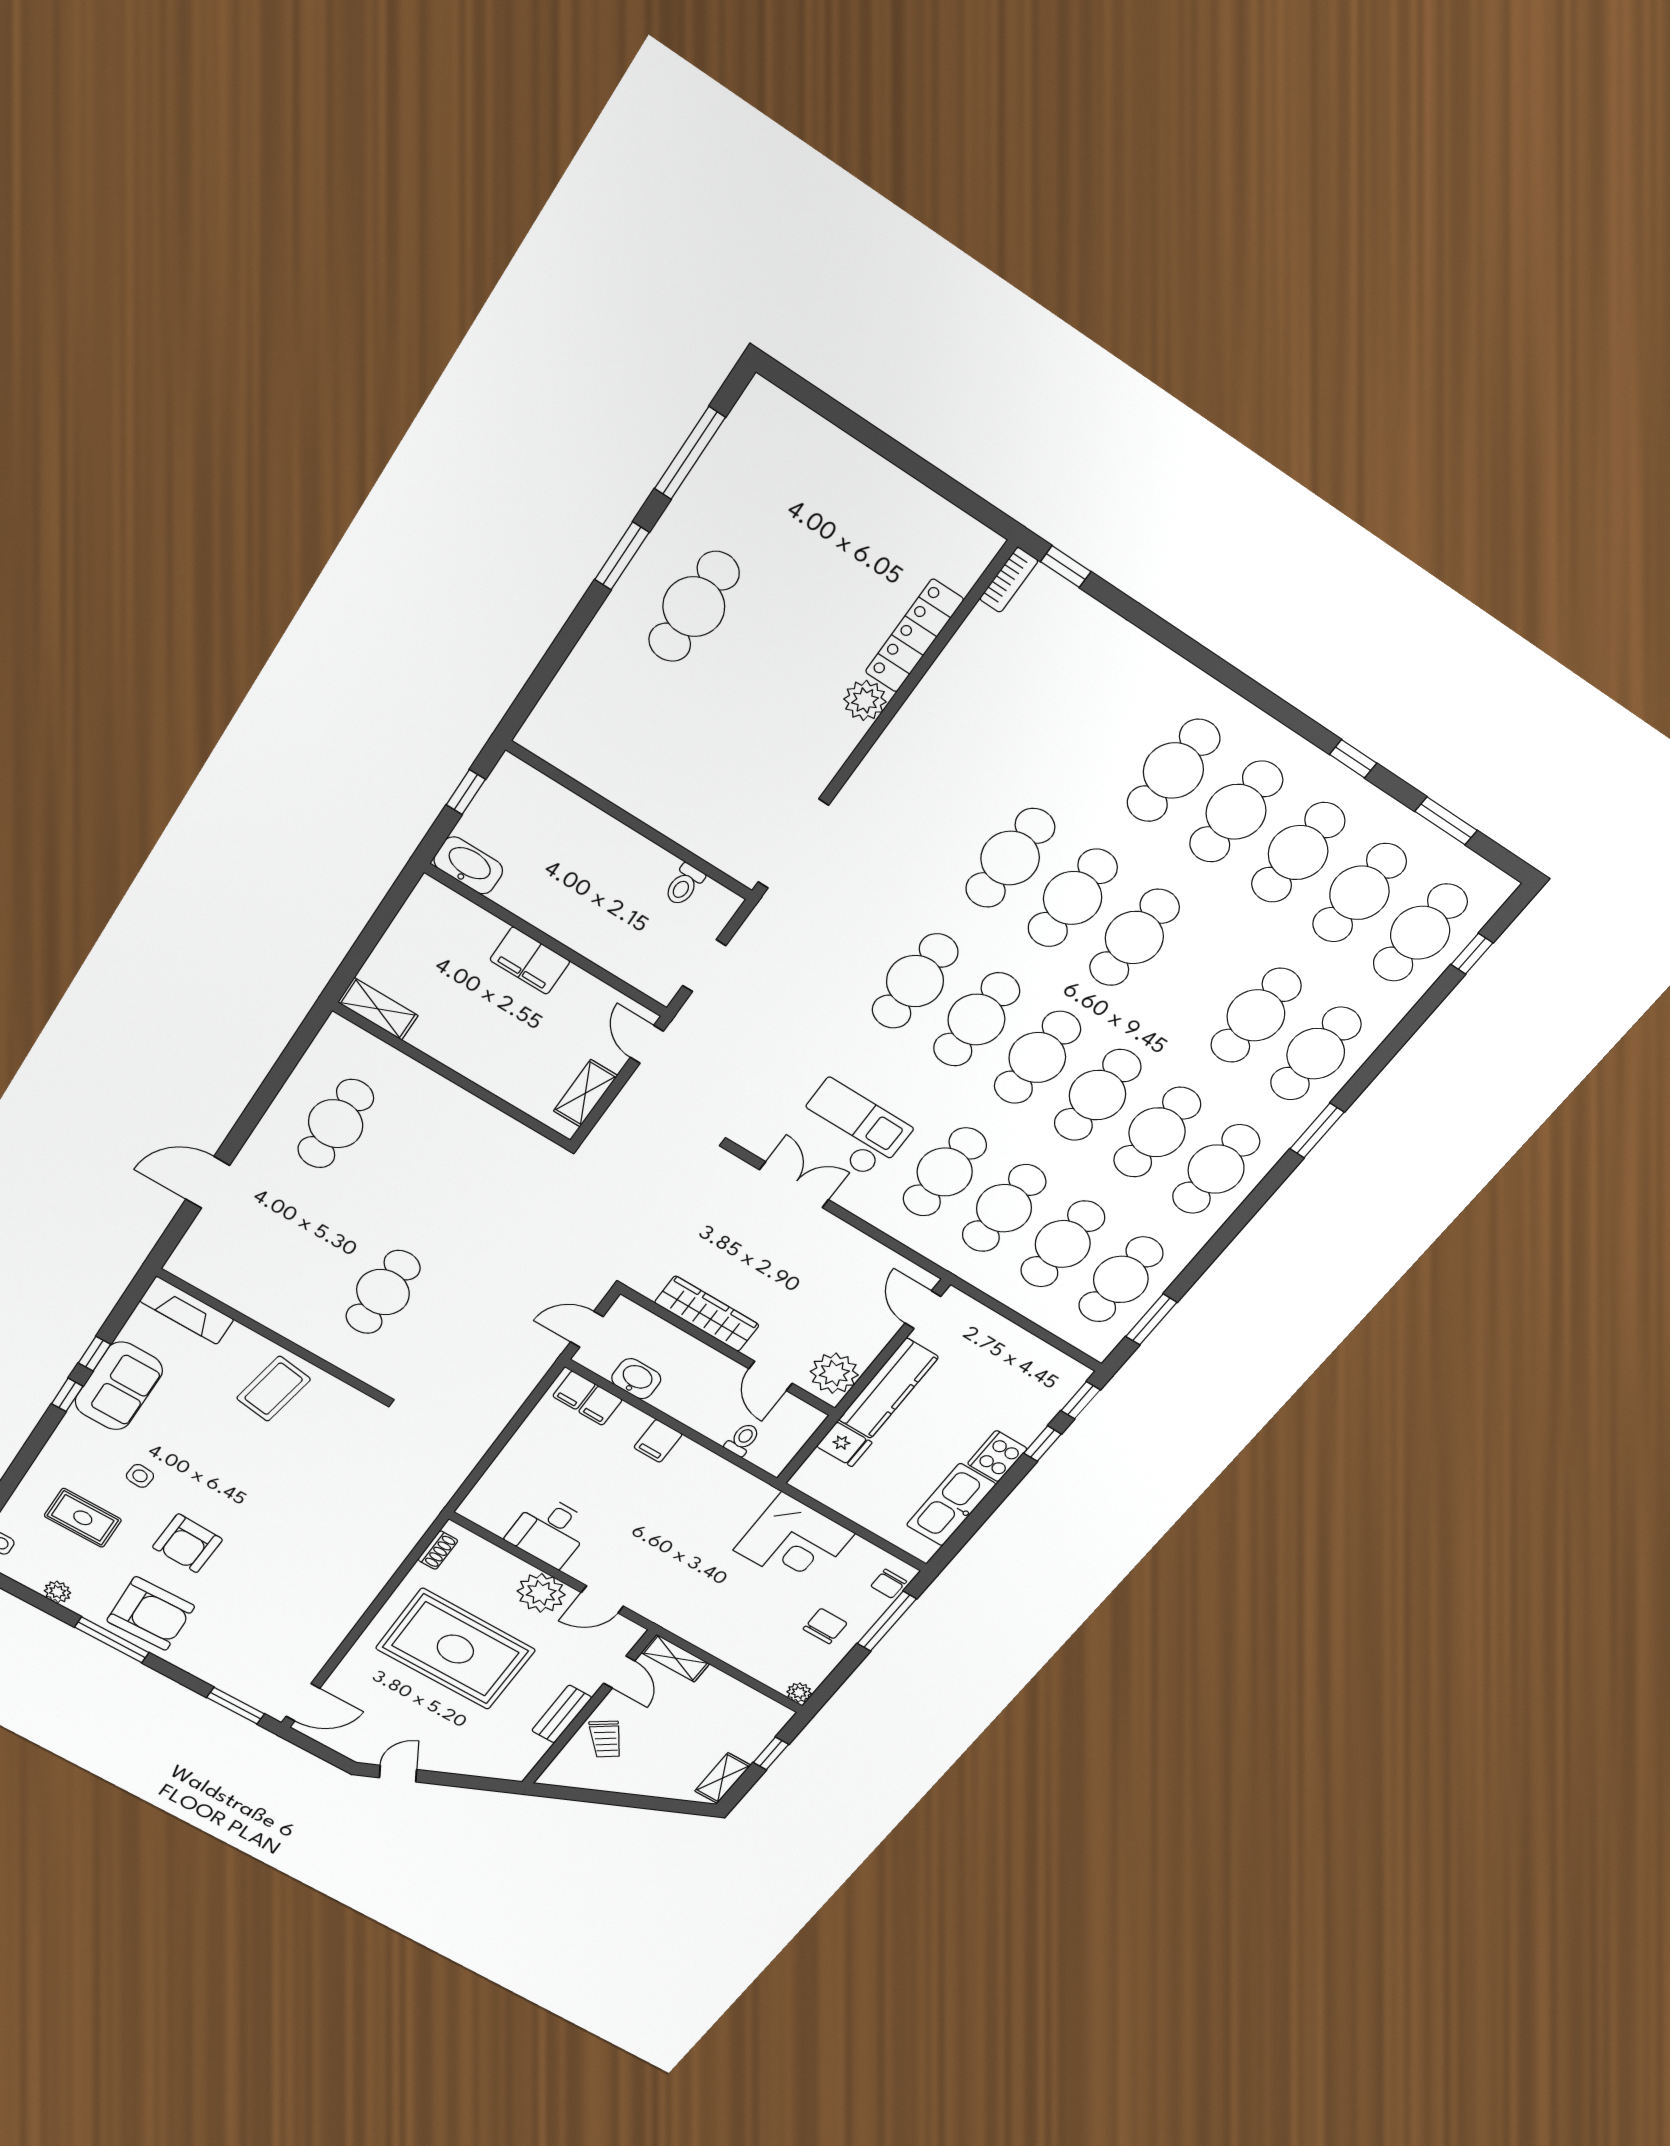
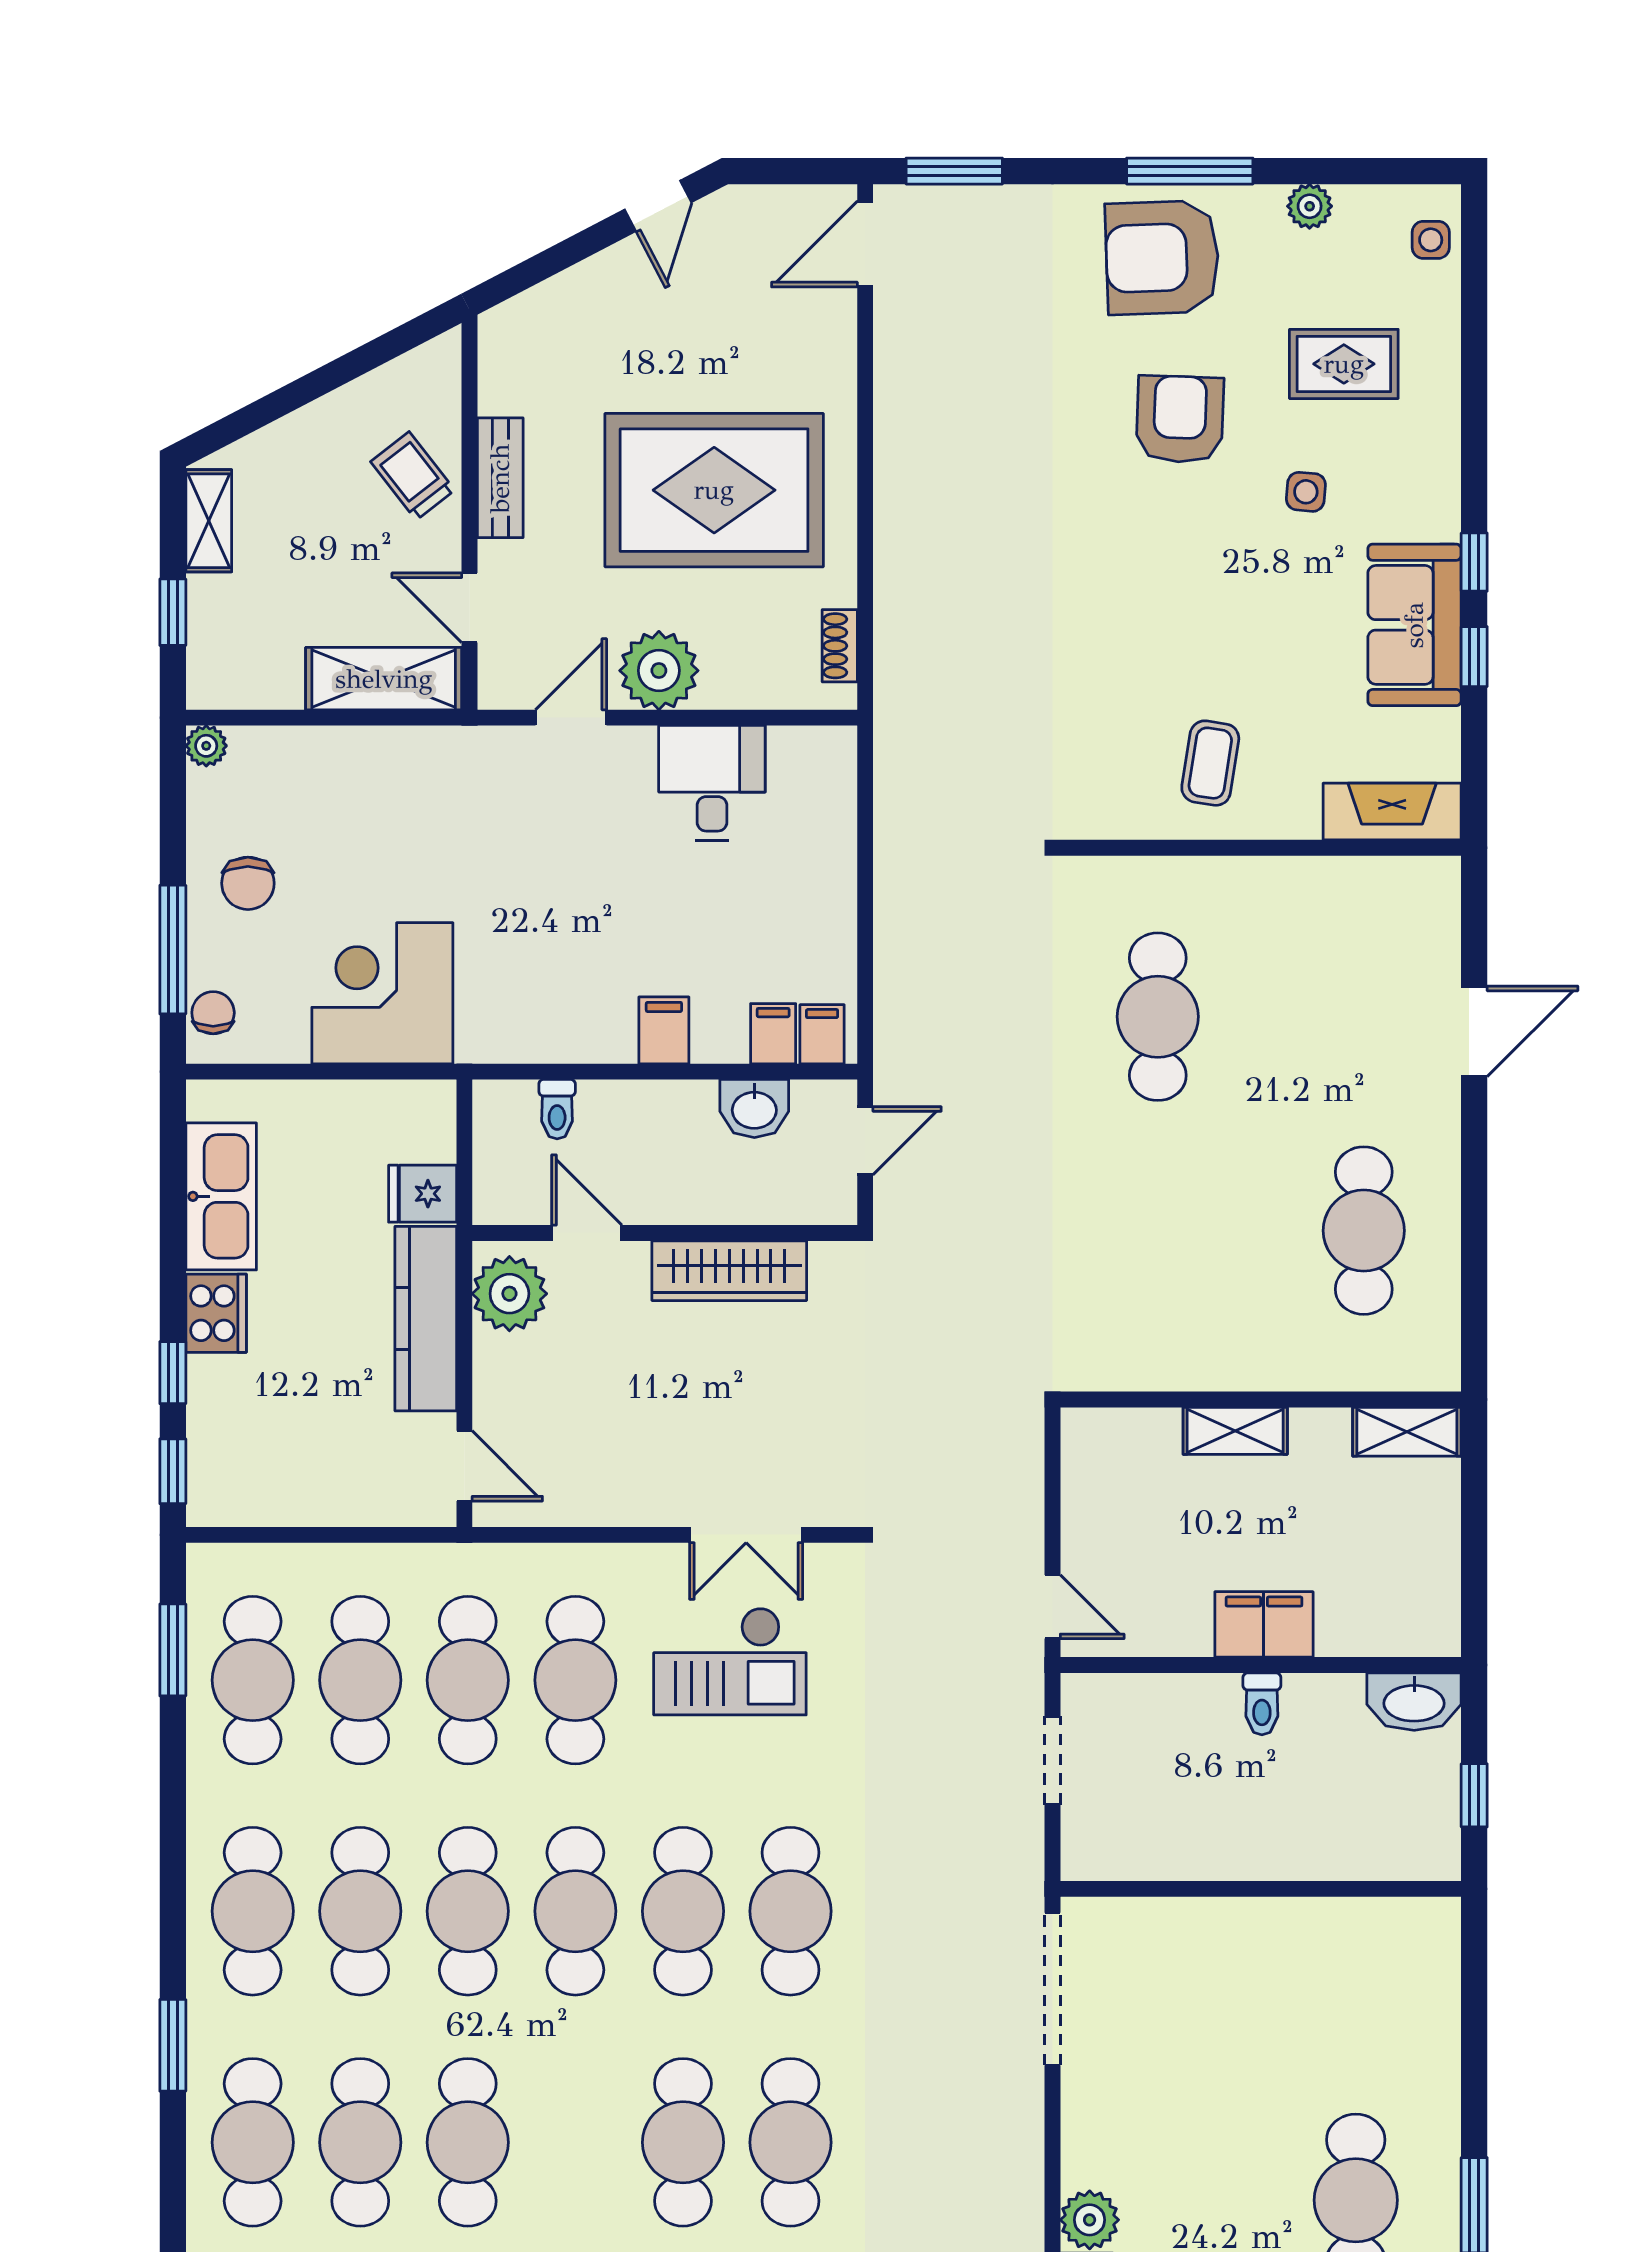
toilet: (684, 885) -> (1262, 1704), moved, turned 180
cafe table: (1134, 938) -> (468, 2142), moved
shelving: (585, 1093) -> (1235, 1431), moved, turned 90
coffee table: (274, 1389) -> (1210, 763), width x0.73, depth x0.77
shelving: (675, 1658) -> (384, 679), width x1.50, depth x1.33

